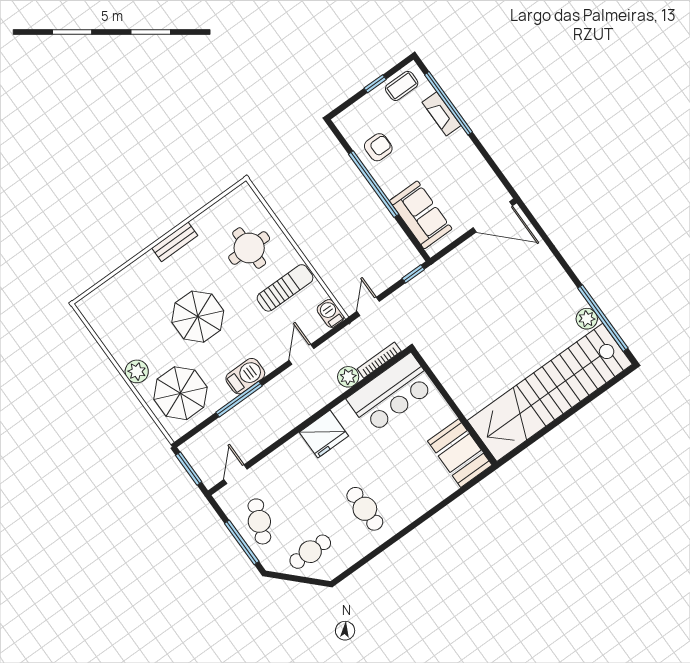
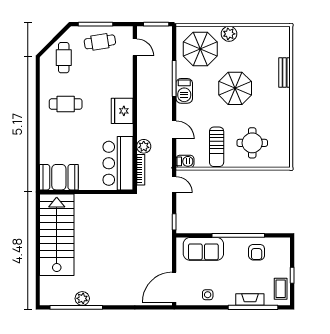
side table: (473, 169) -> (208, 295), added
bench: (175, 242) -> (285, 73), moved
stairs: (550, 392) -> (57, 235), width x0.73
cafe table: (259, 521) -> (100, 42), turned -32

